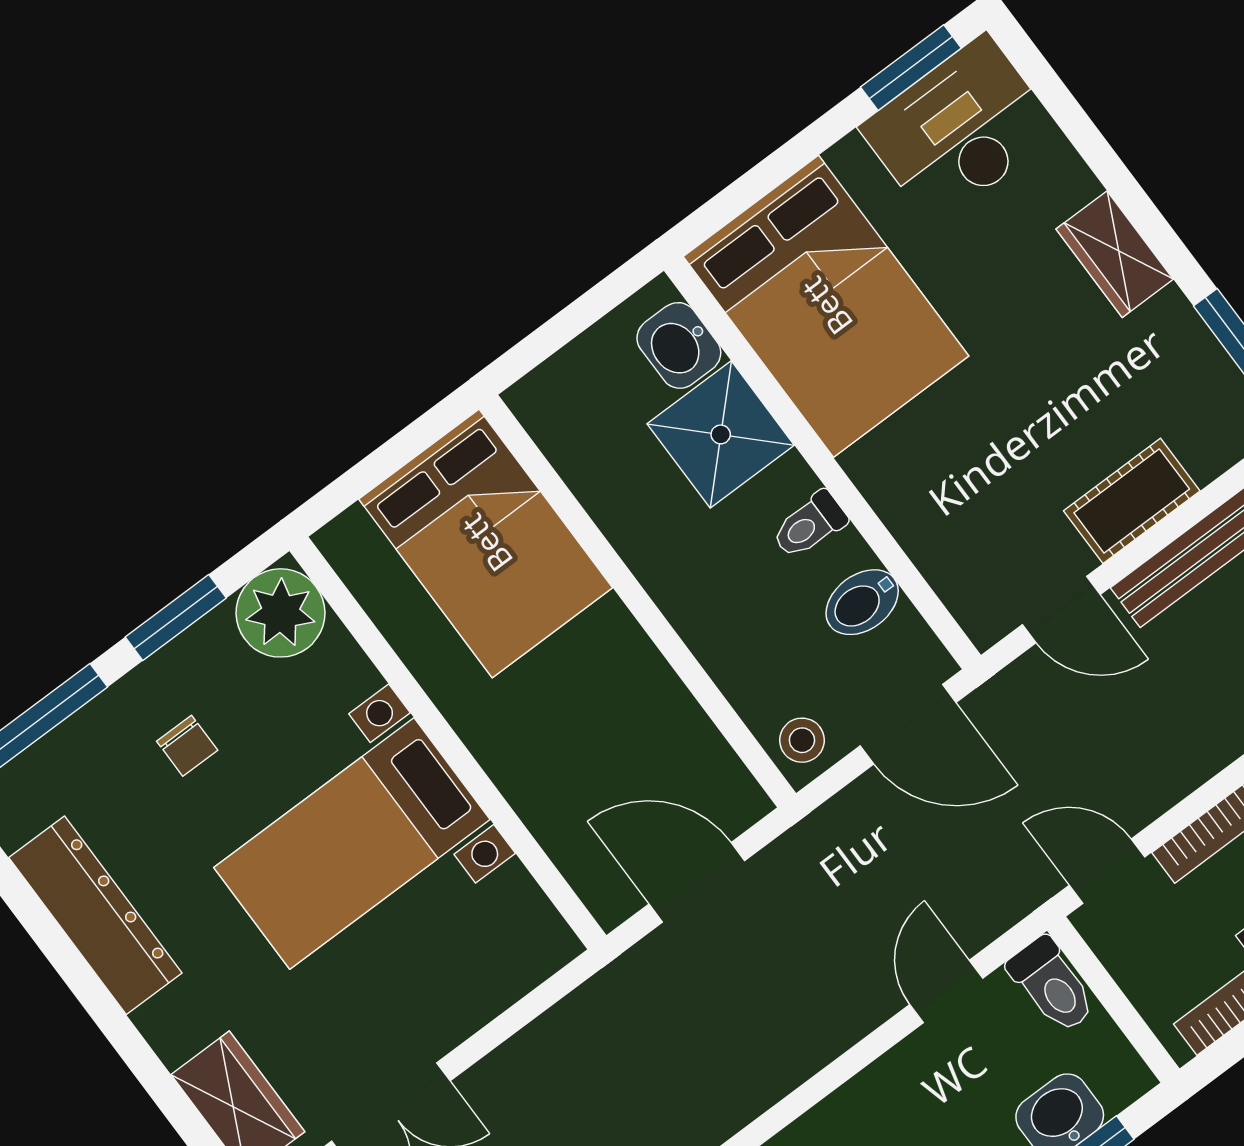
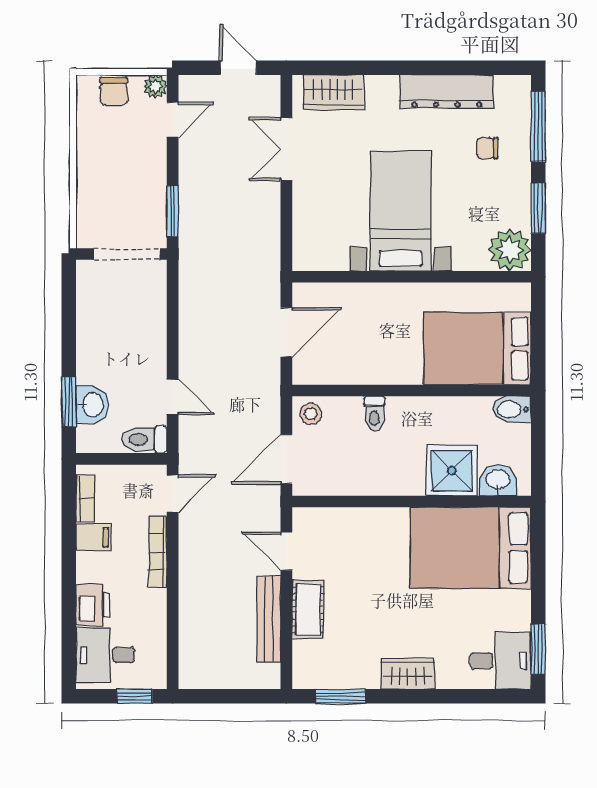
desk: (960, 130) -> (500, 661), width x0.73
toilet: (809, 525) -> (374, 414), moved, turned 180
bidet: (862, 602) -> (512, 409), moved, turned -90
door: (1061, 610) -> (286, 551), hinge flipped
chair: (187, 746) -> (487, 148), moved

